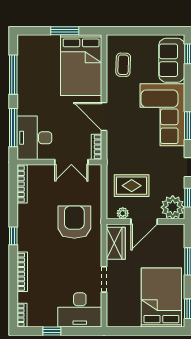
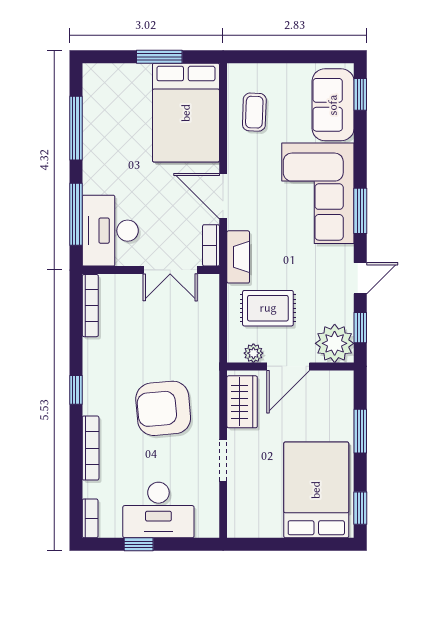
fireplace: (113, 154) -> (238, 257), added
armchair: (74, 222) -> (163, 408), moved, turned -95
desk: (80, 310) -> (158, 510), moved

